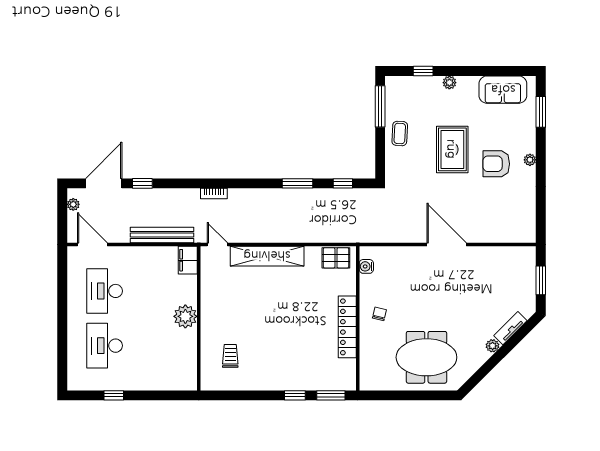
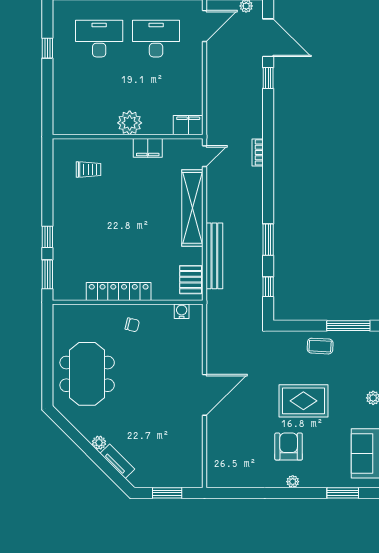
bench: (162, 235) -> (214, 256), moved
filing cabinet: (209, 299) -> (148, 148), added

